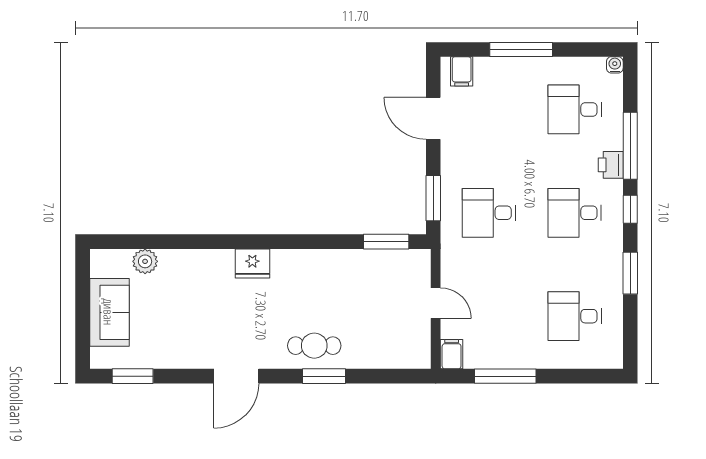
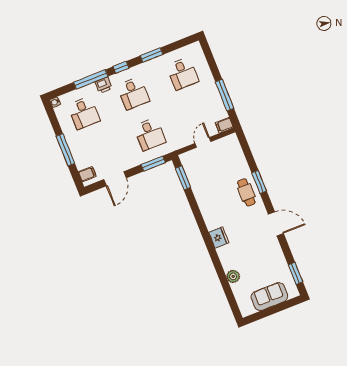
plant: (145, 261) -> (233, 276), moved

